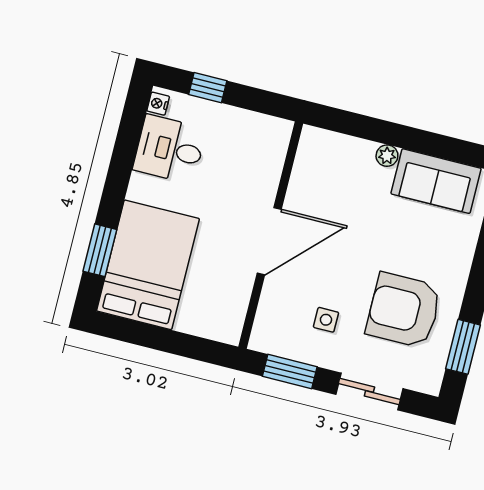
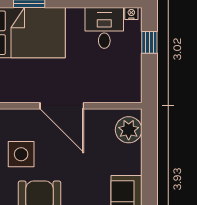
plant: (387, 156) -> (129, 130), moved, width x1.87, depth x1.87
side table: (326, 320) -> (21, 154), width x1.87, depth x1.87

